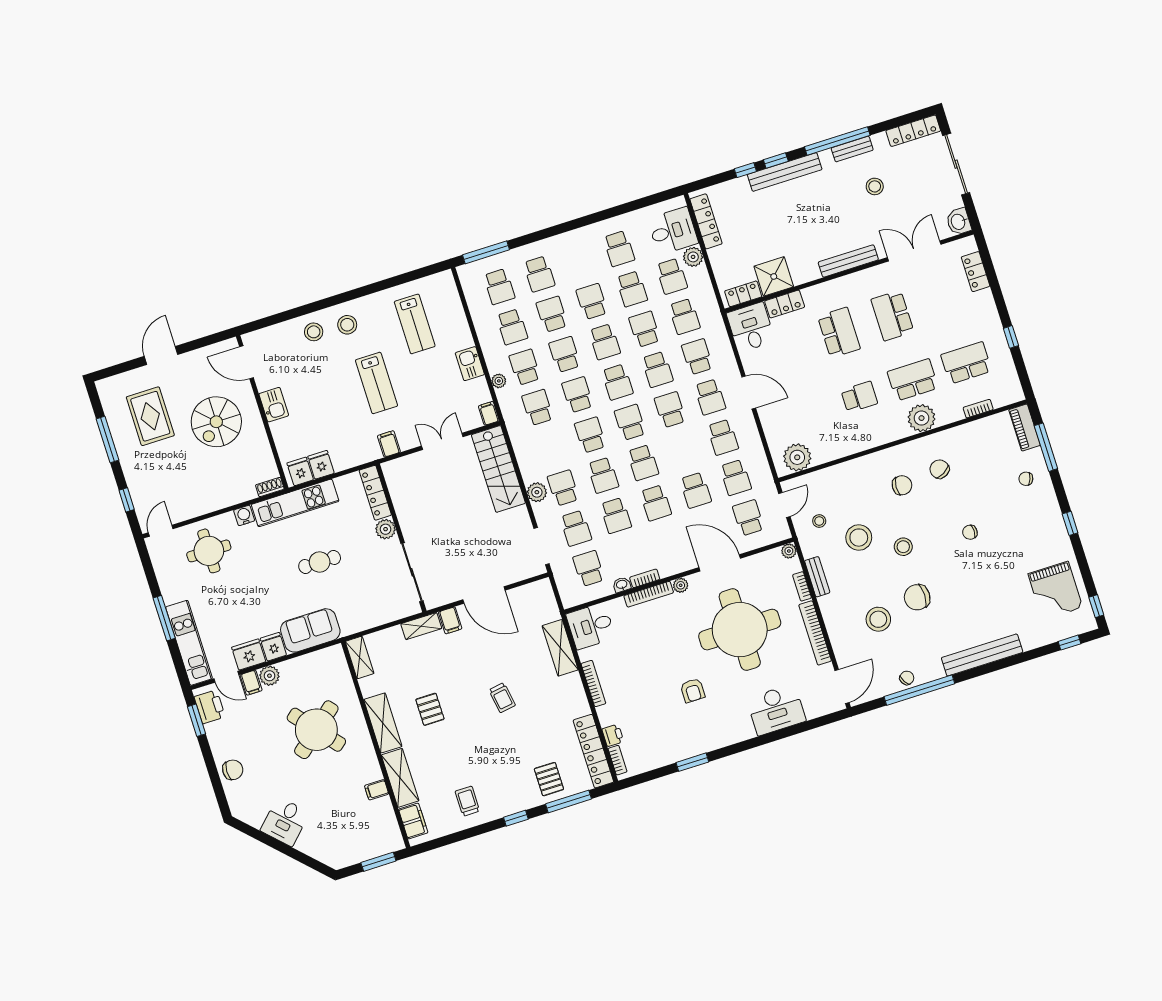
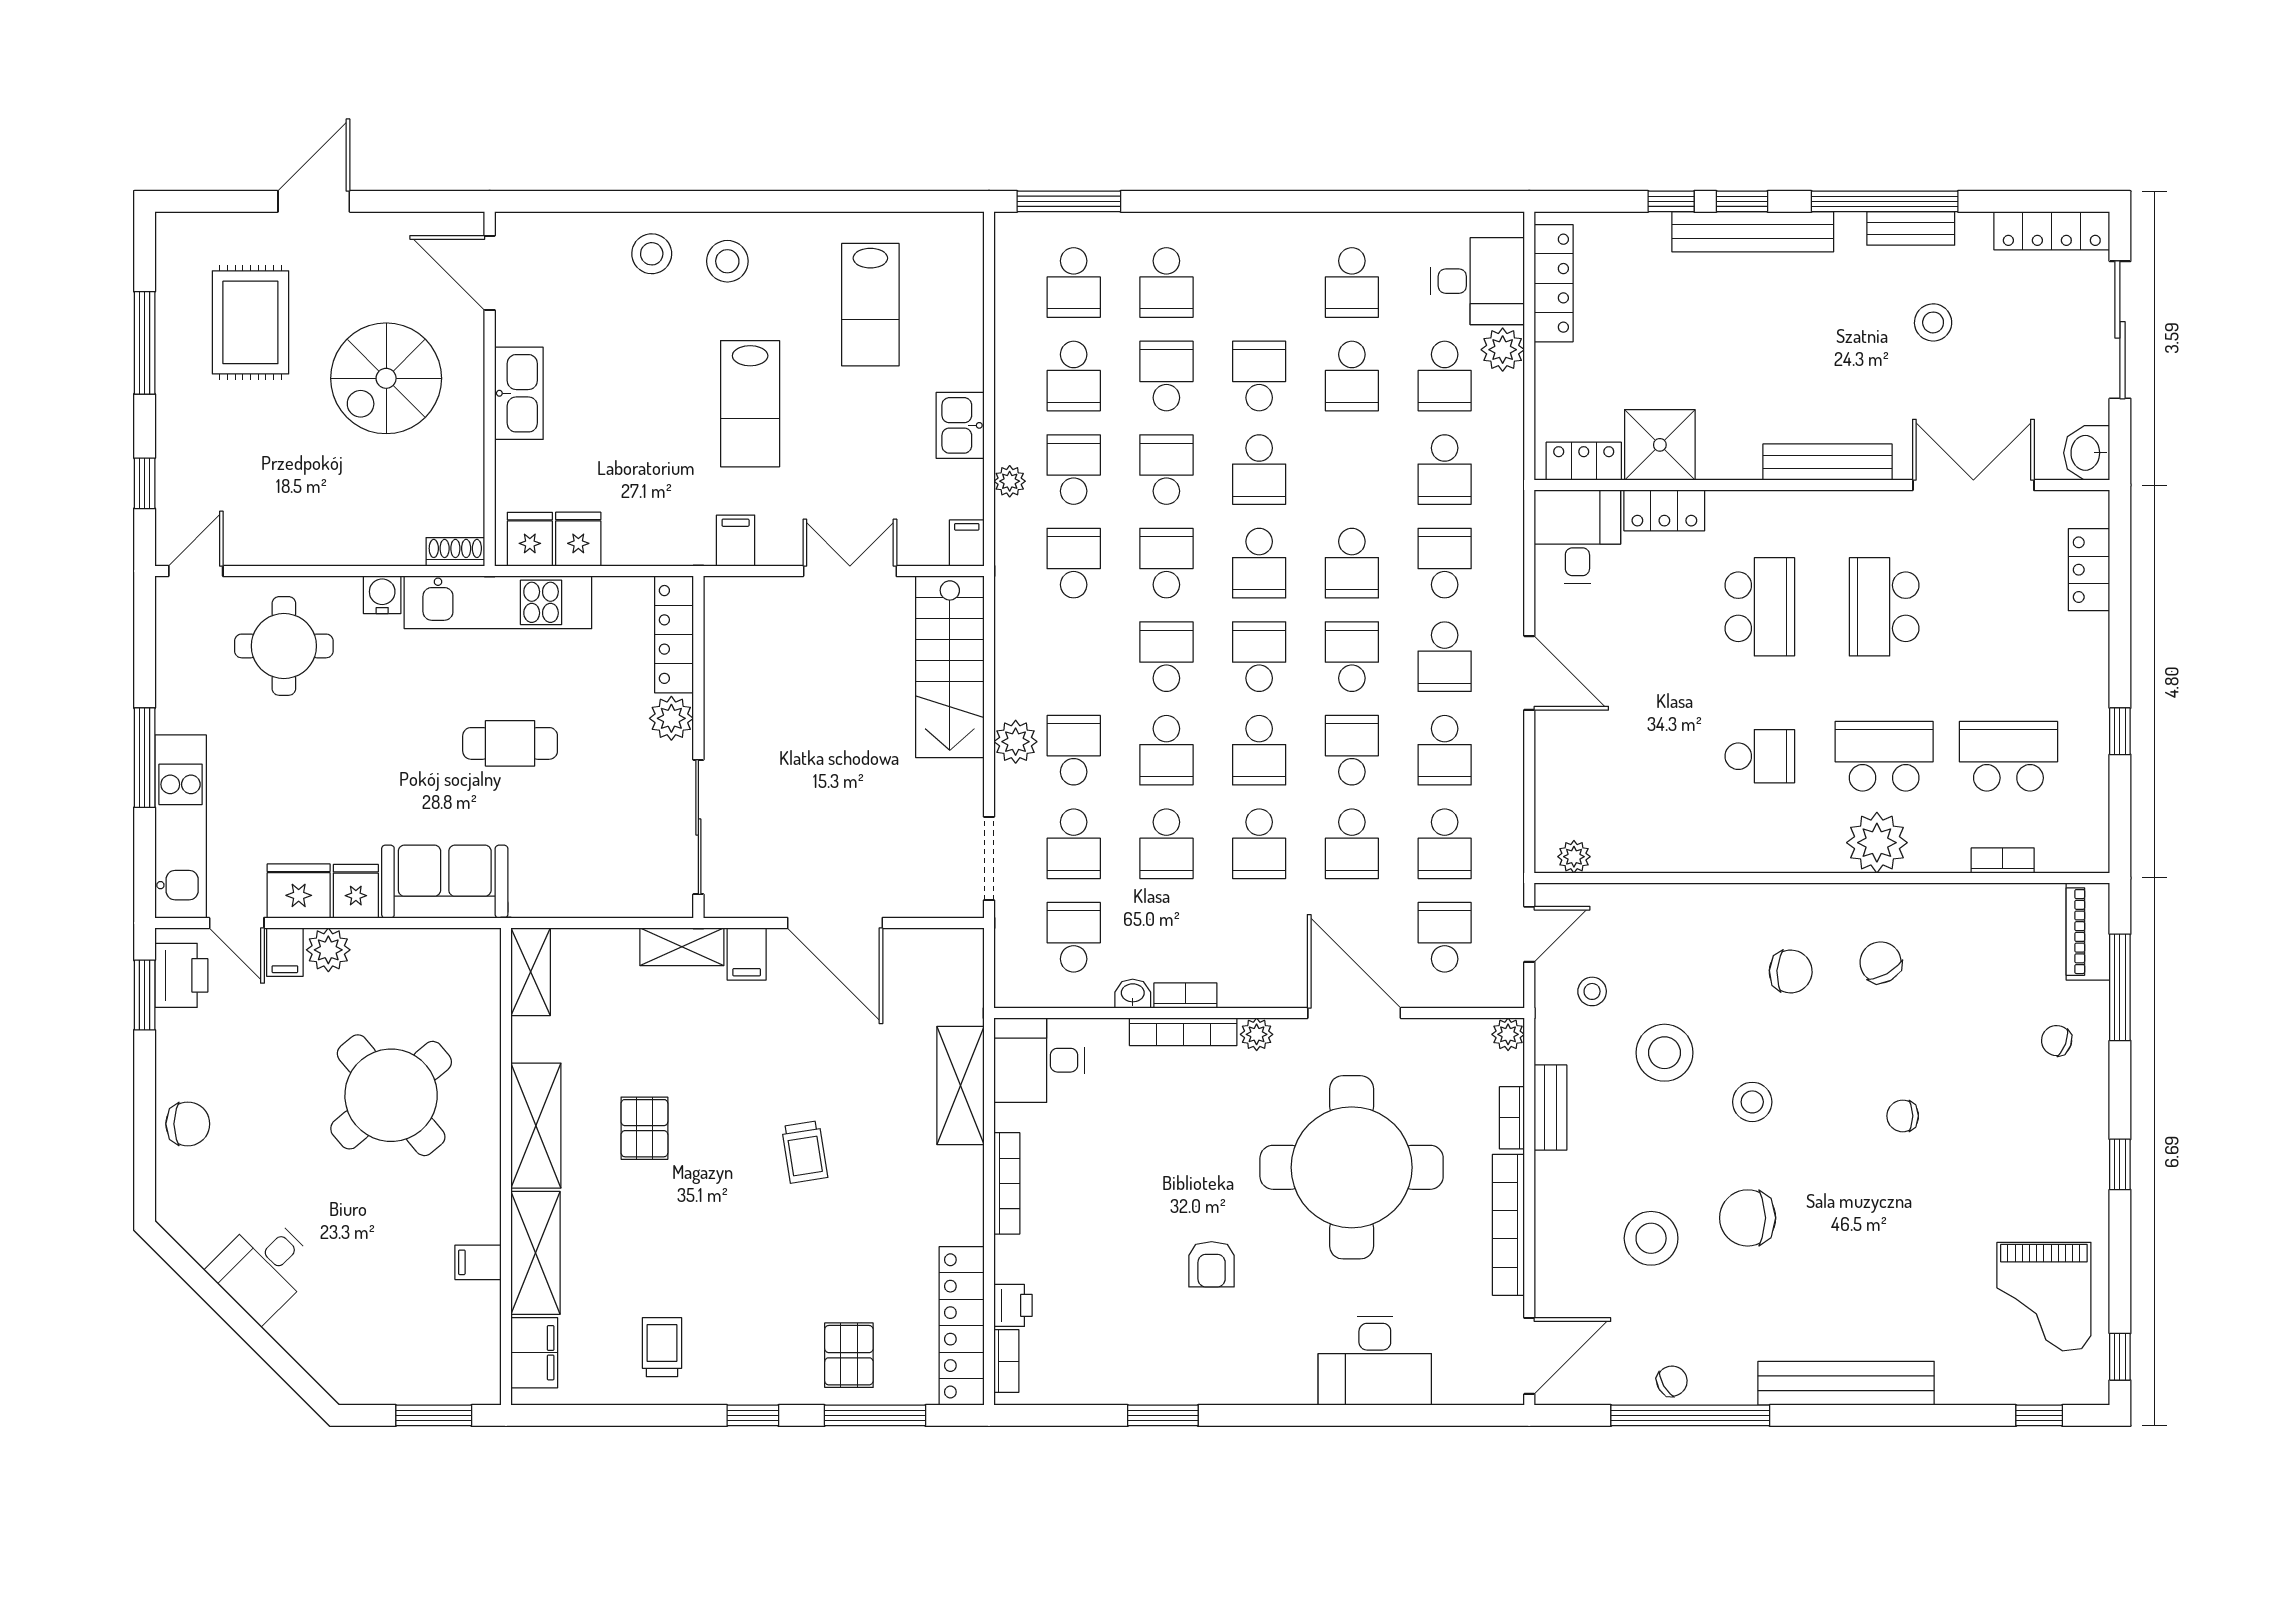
school desk: (645, 329) -> (1352, 750), moved
kitchen sink: (274, 405) -> (519, 393), width x1.38
plant: (797, 457) -> (1574, 857), width x0.53, depth x0.53

